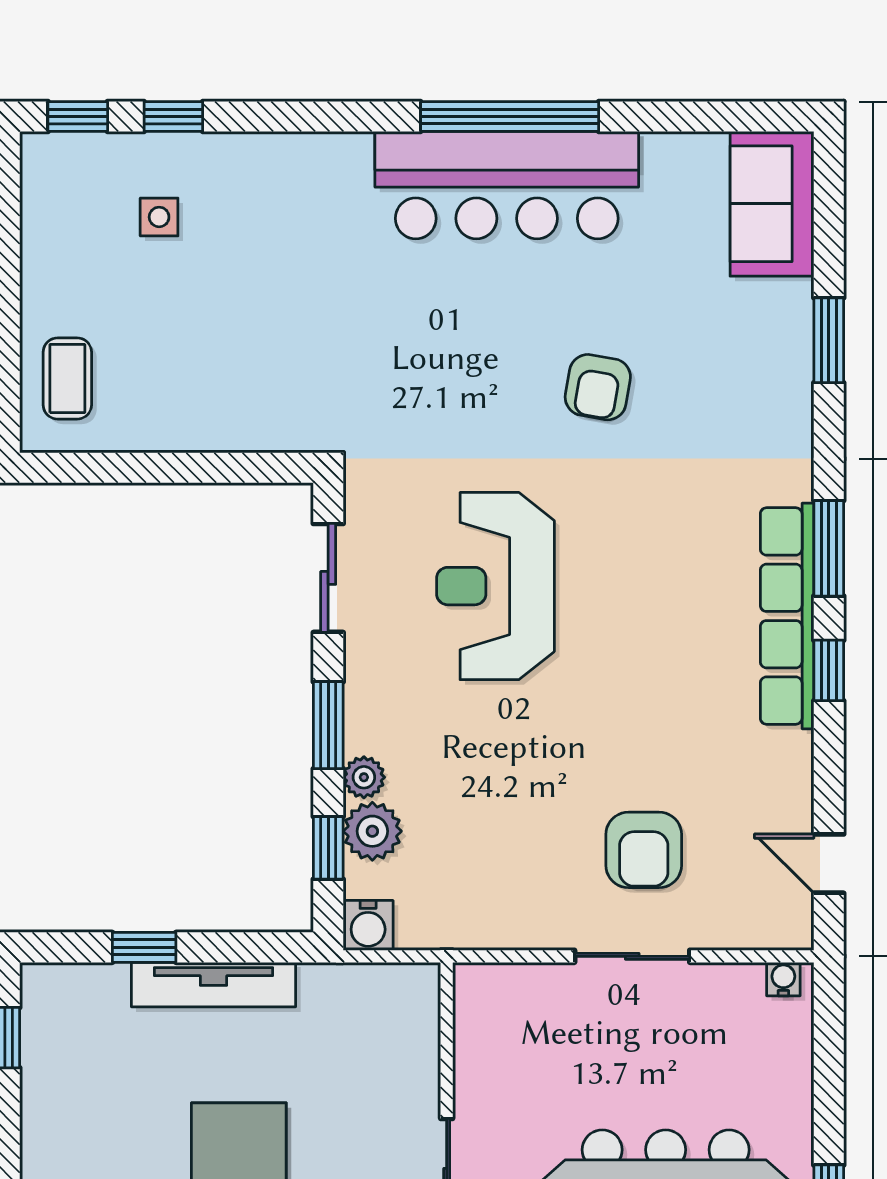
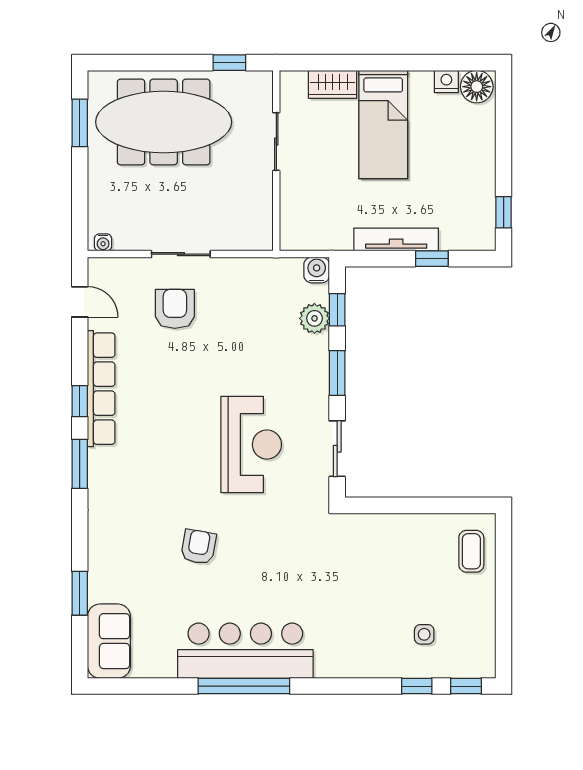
window: (829, 340) -> (80, 593), moved
row of seats: (787, 616) -> (101, 389), moved
plant: (364, 777) -> (319, 346), removed

